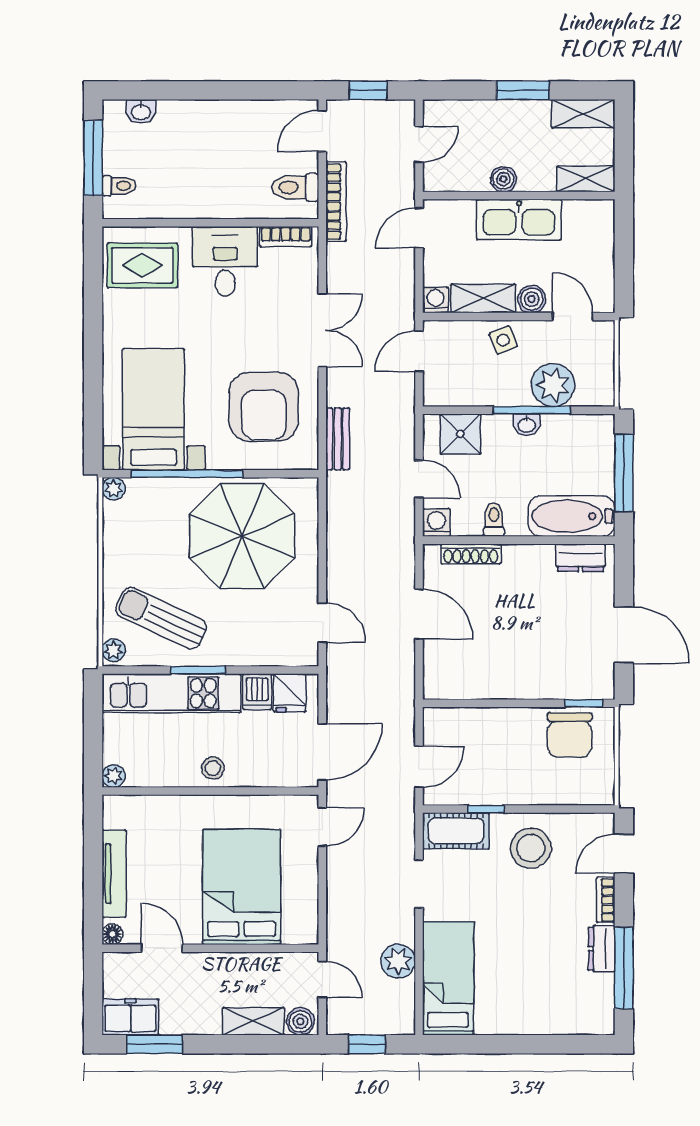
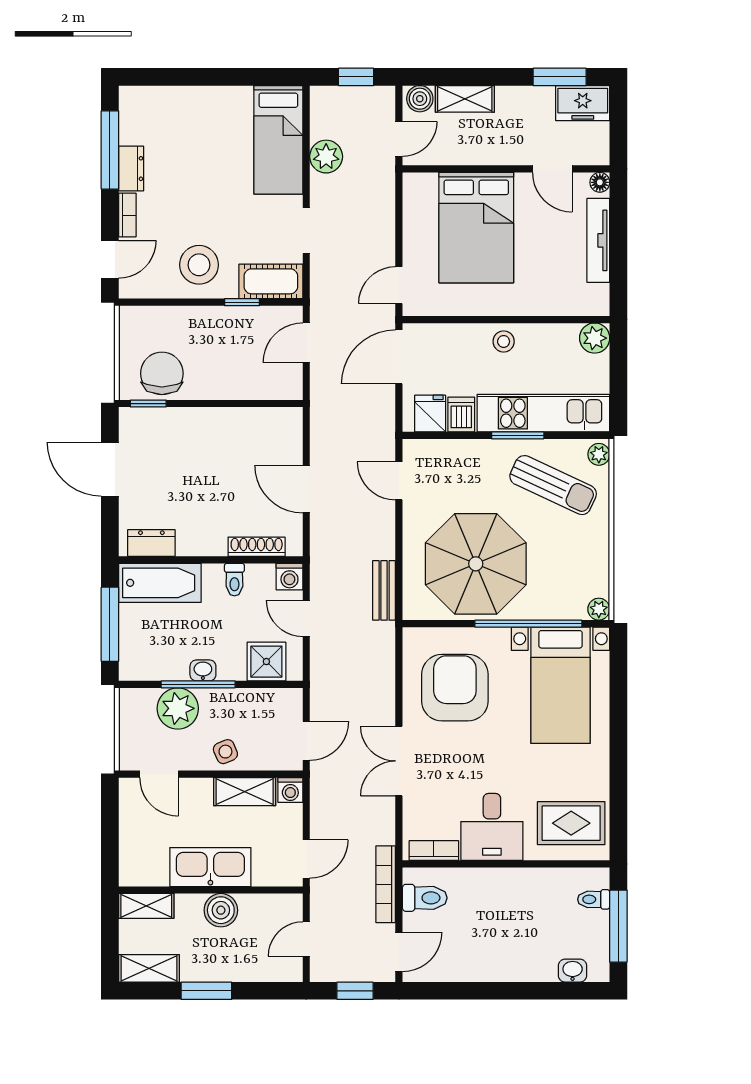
boiler: (503, 179) -> (221, 910), width x1.36, depth x1.36
boiler: (532, 299) -> (198, 791), removed
bench: (338, 439) -> (384, 590), moved
plant: (114, 776) -> (595, 338), width x1.38, depth x1.38
door: (322, 979) -> (399, 139), swing flipped

